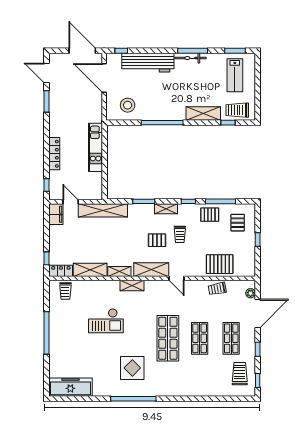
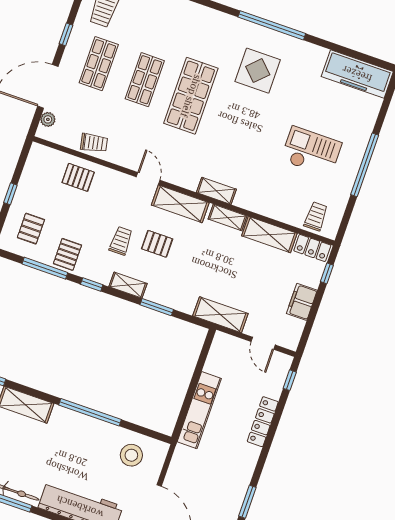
shelving: (103, 210) -> (220, 315), width x0.68
filing cabinet: (56, 214) -> (302, 302), moved
pallet: (210, 215) -> (67, 254), turned 90
pallet: (220, 264) -> (78, 177), width x0.67, depth x0.71
checkout: (106, 321) -> (311, 152), moved

